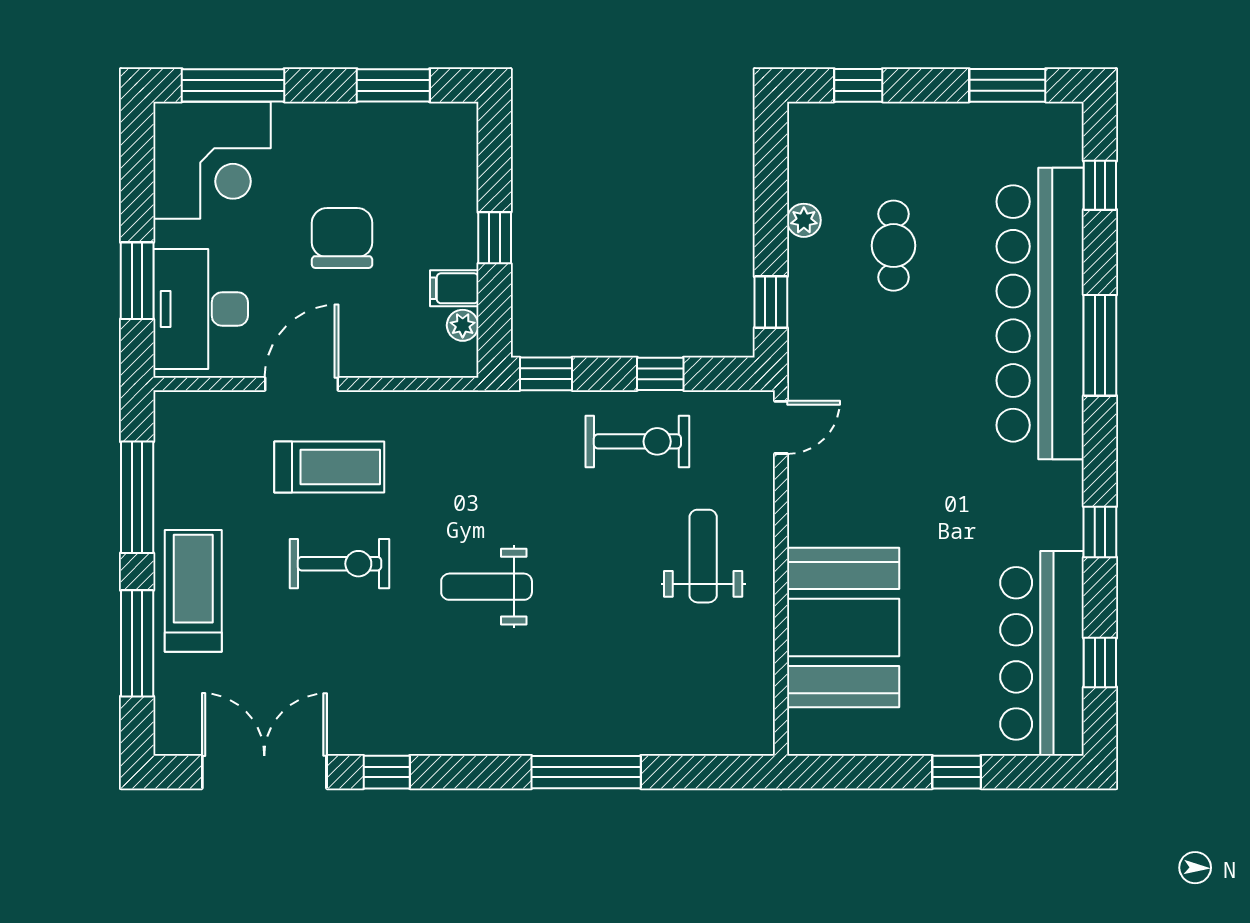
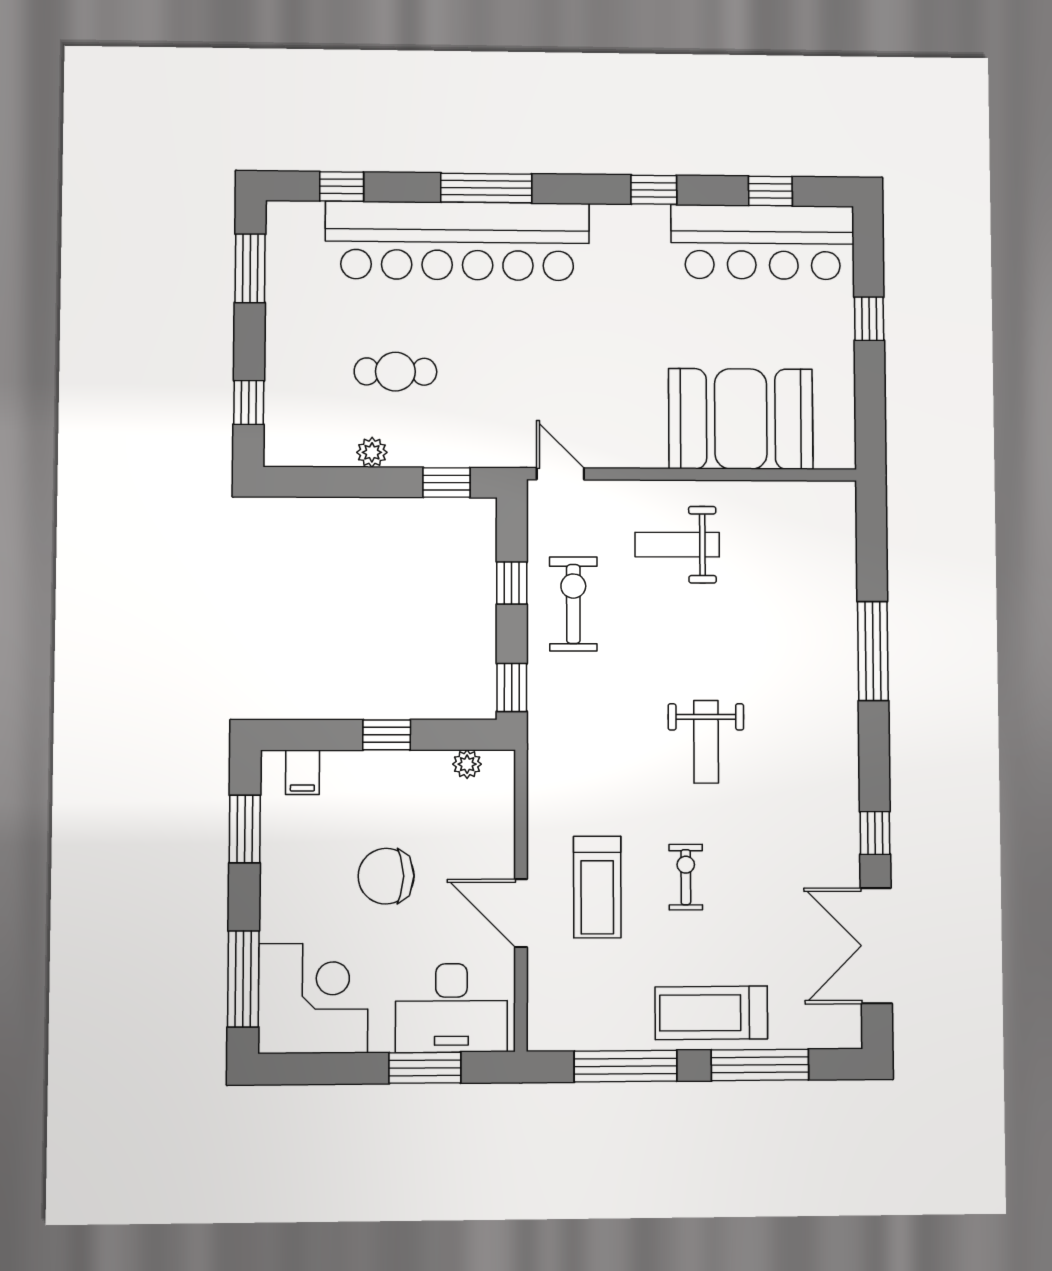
filing cabinet: (454, 288) -> (302, 772), moved
treadmill: (329, 467) -> (597, 887), turned 180
exercise bike: (340, 564) -> (686, 877), width x0.73, depth x0.72

